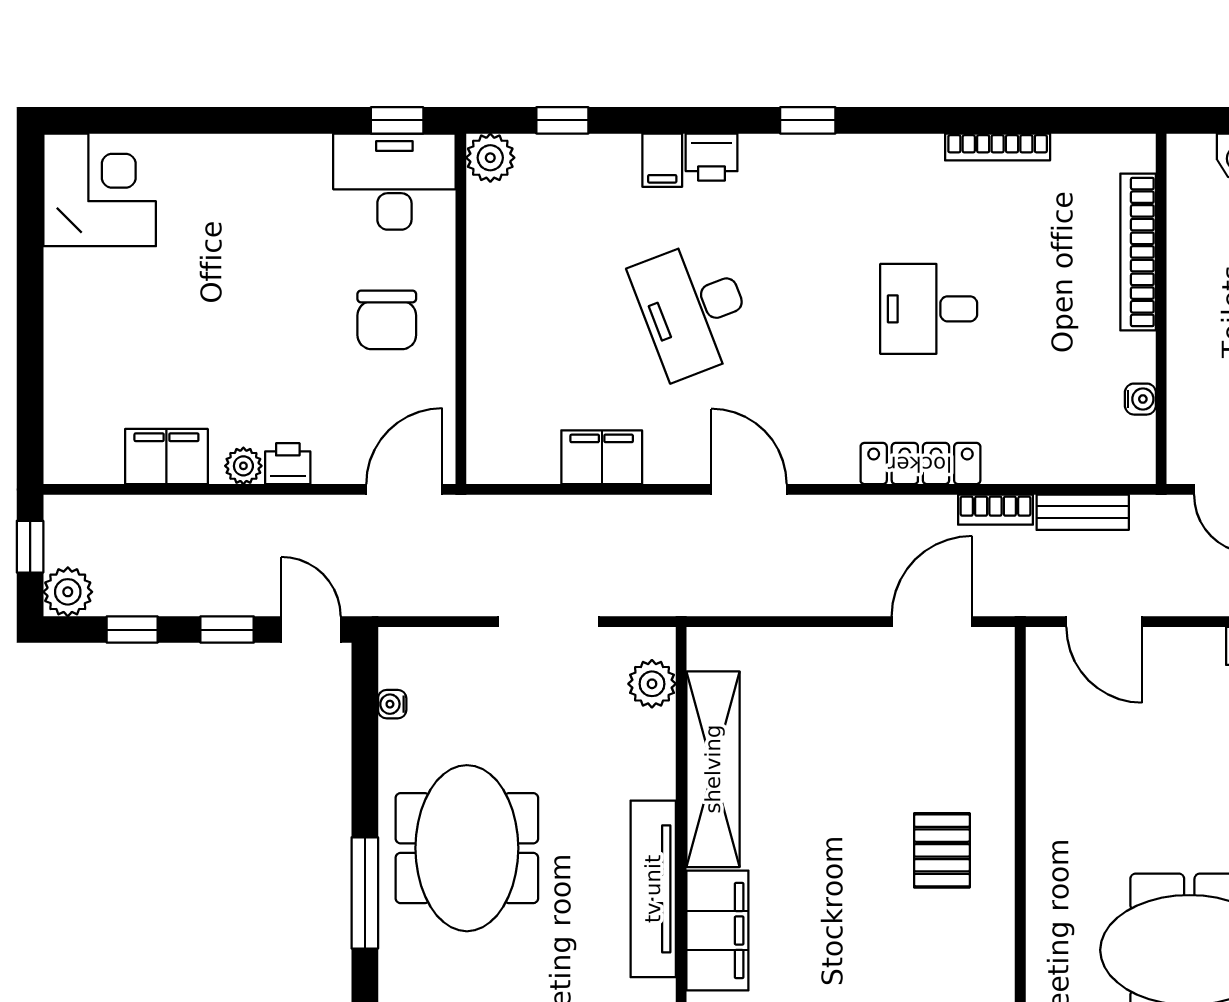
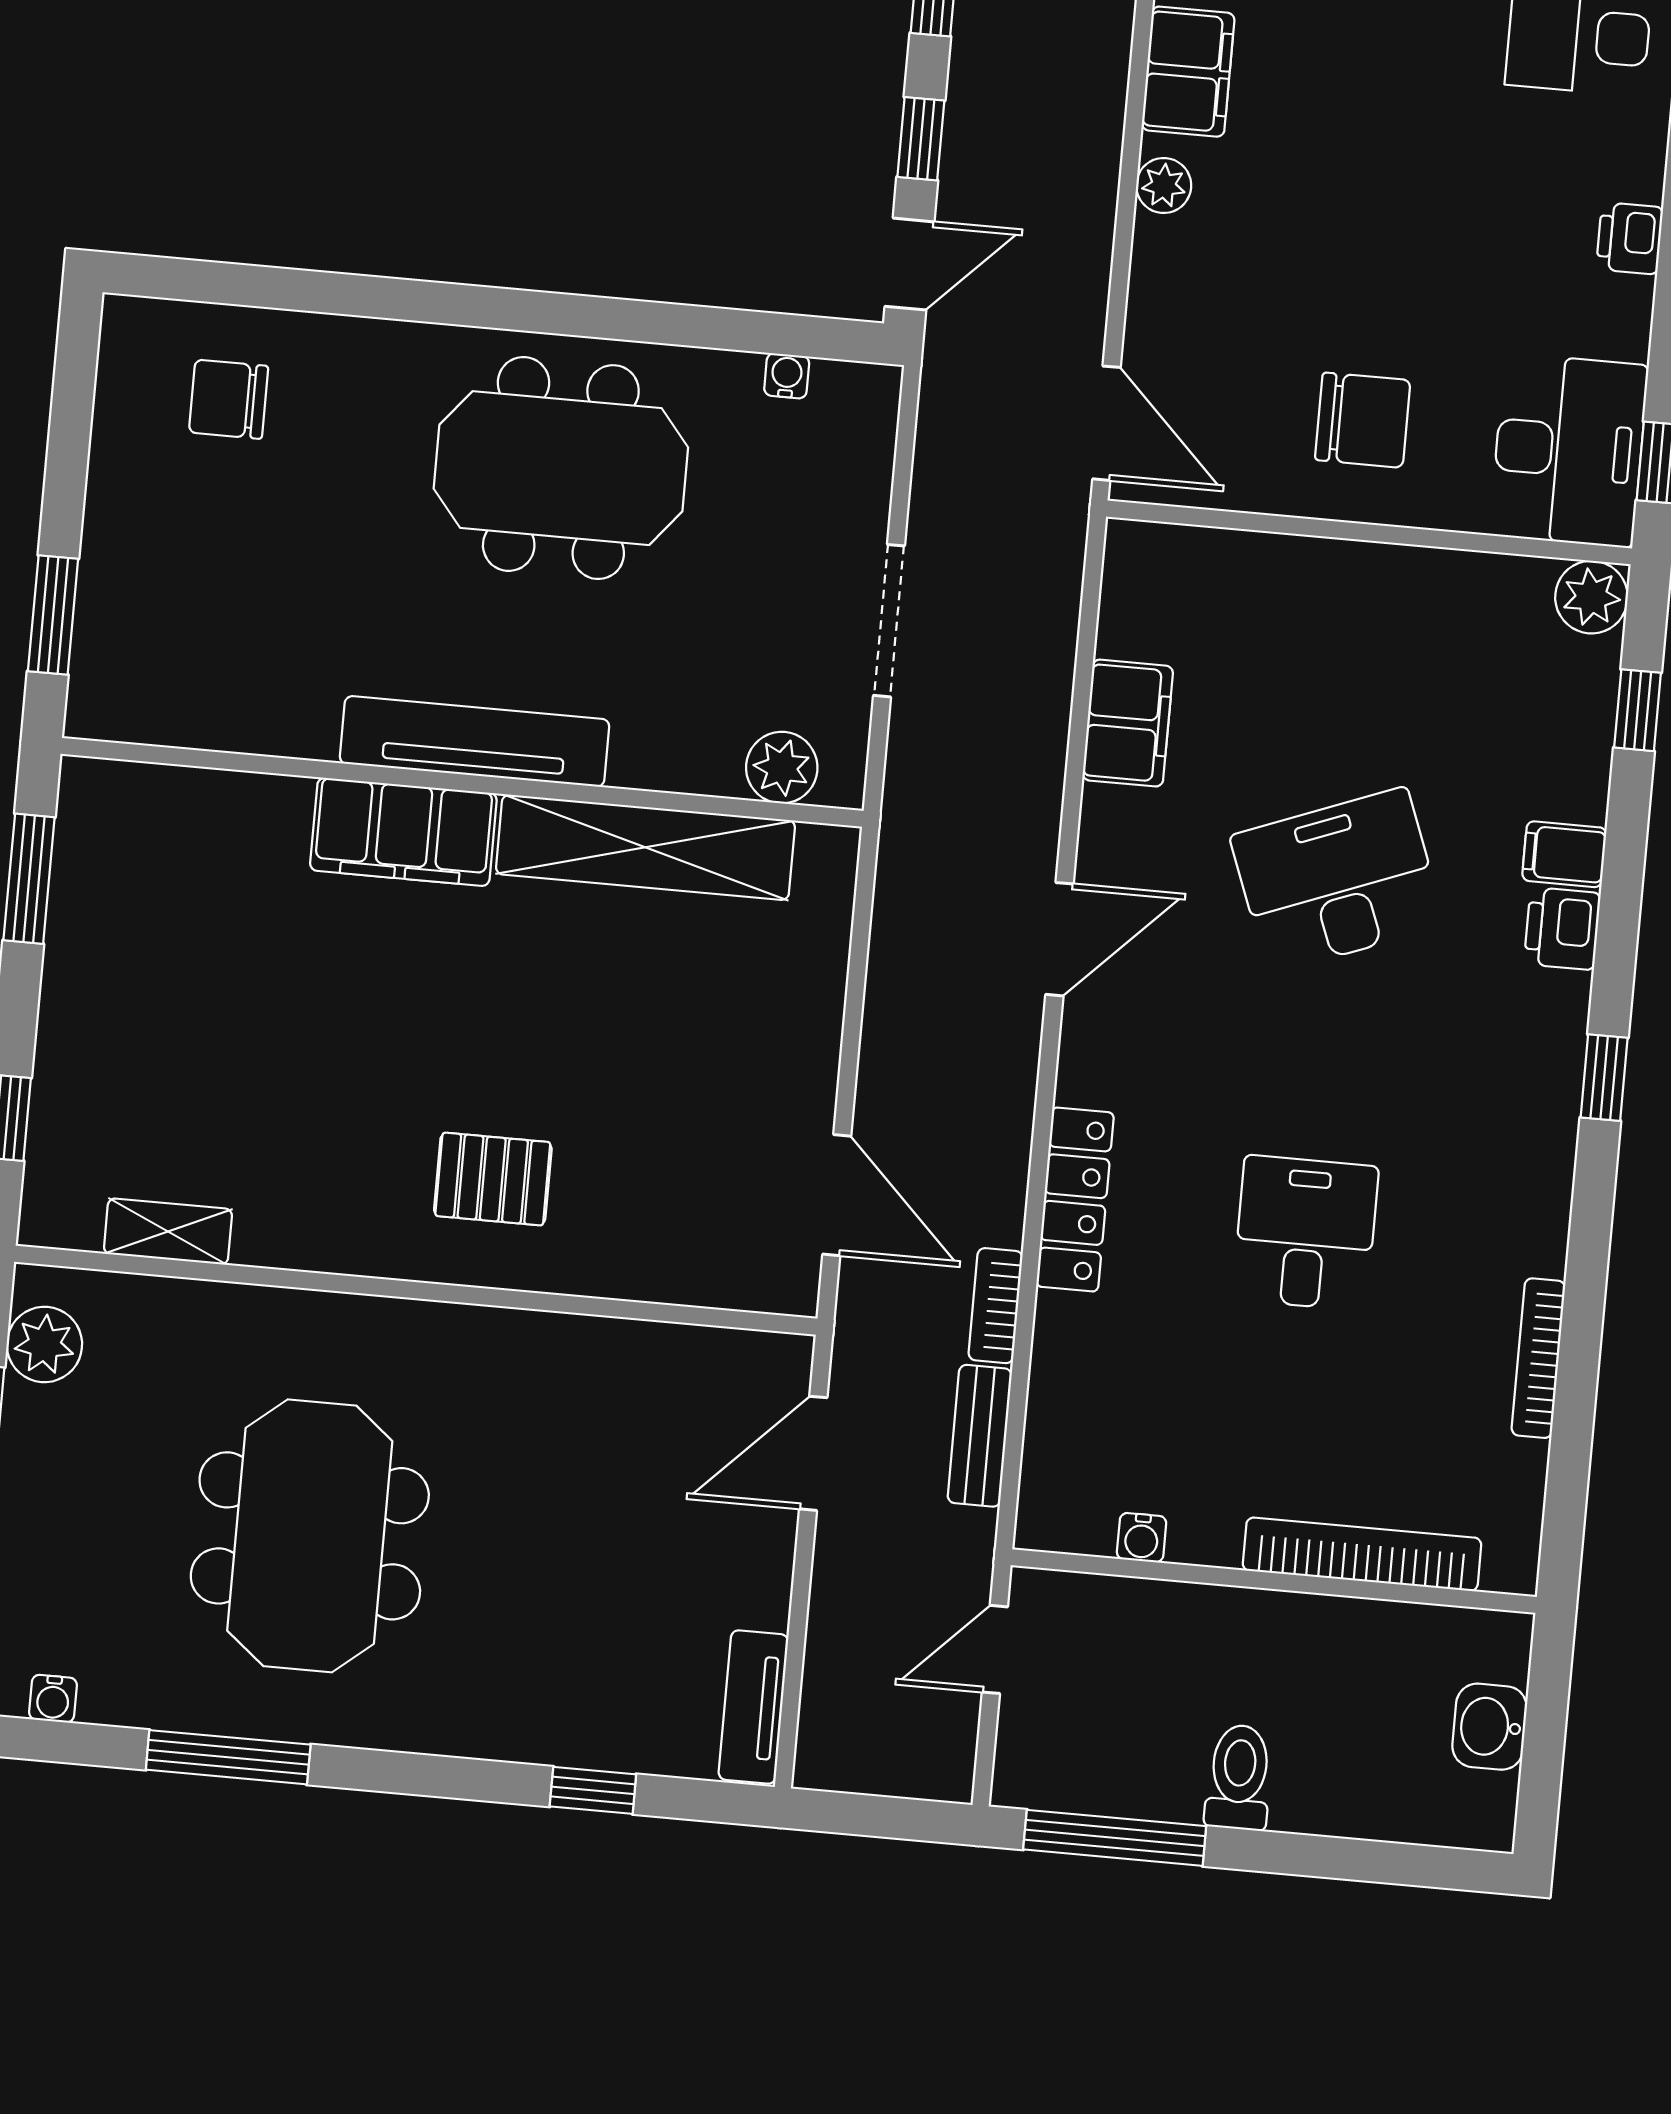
chair: (387, 320) -> (1363, 420), turned 180
printer: (288, 464) -> (1630, 238), moved, turned 180
window: (365, 893) -> (508, 309), removed

